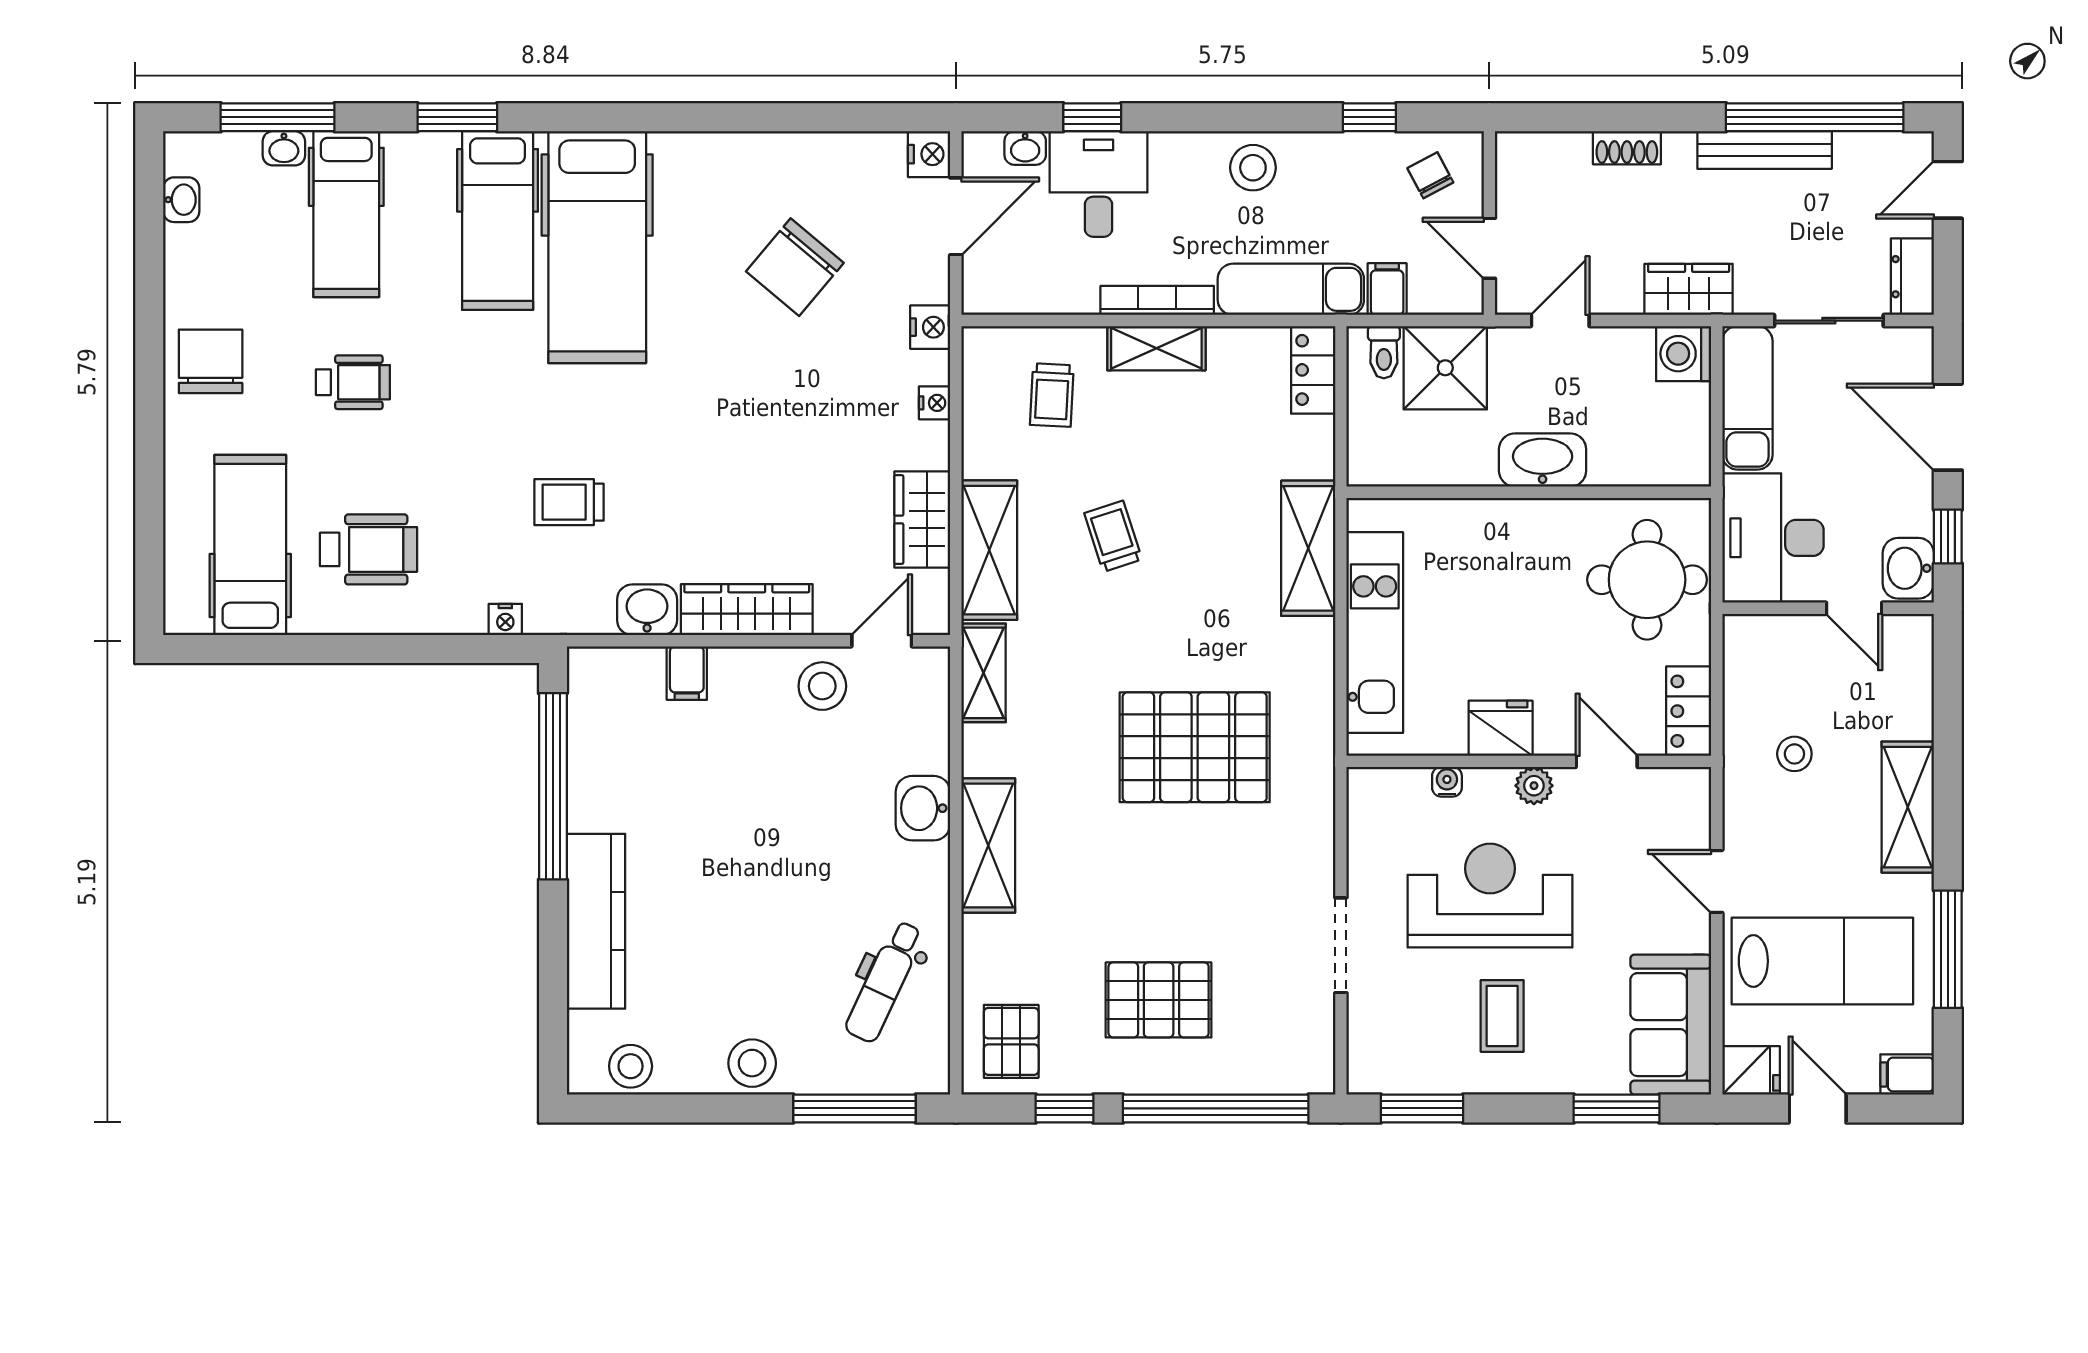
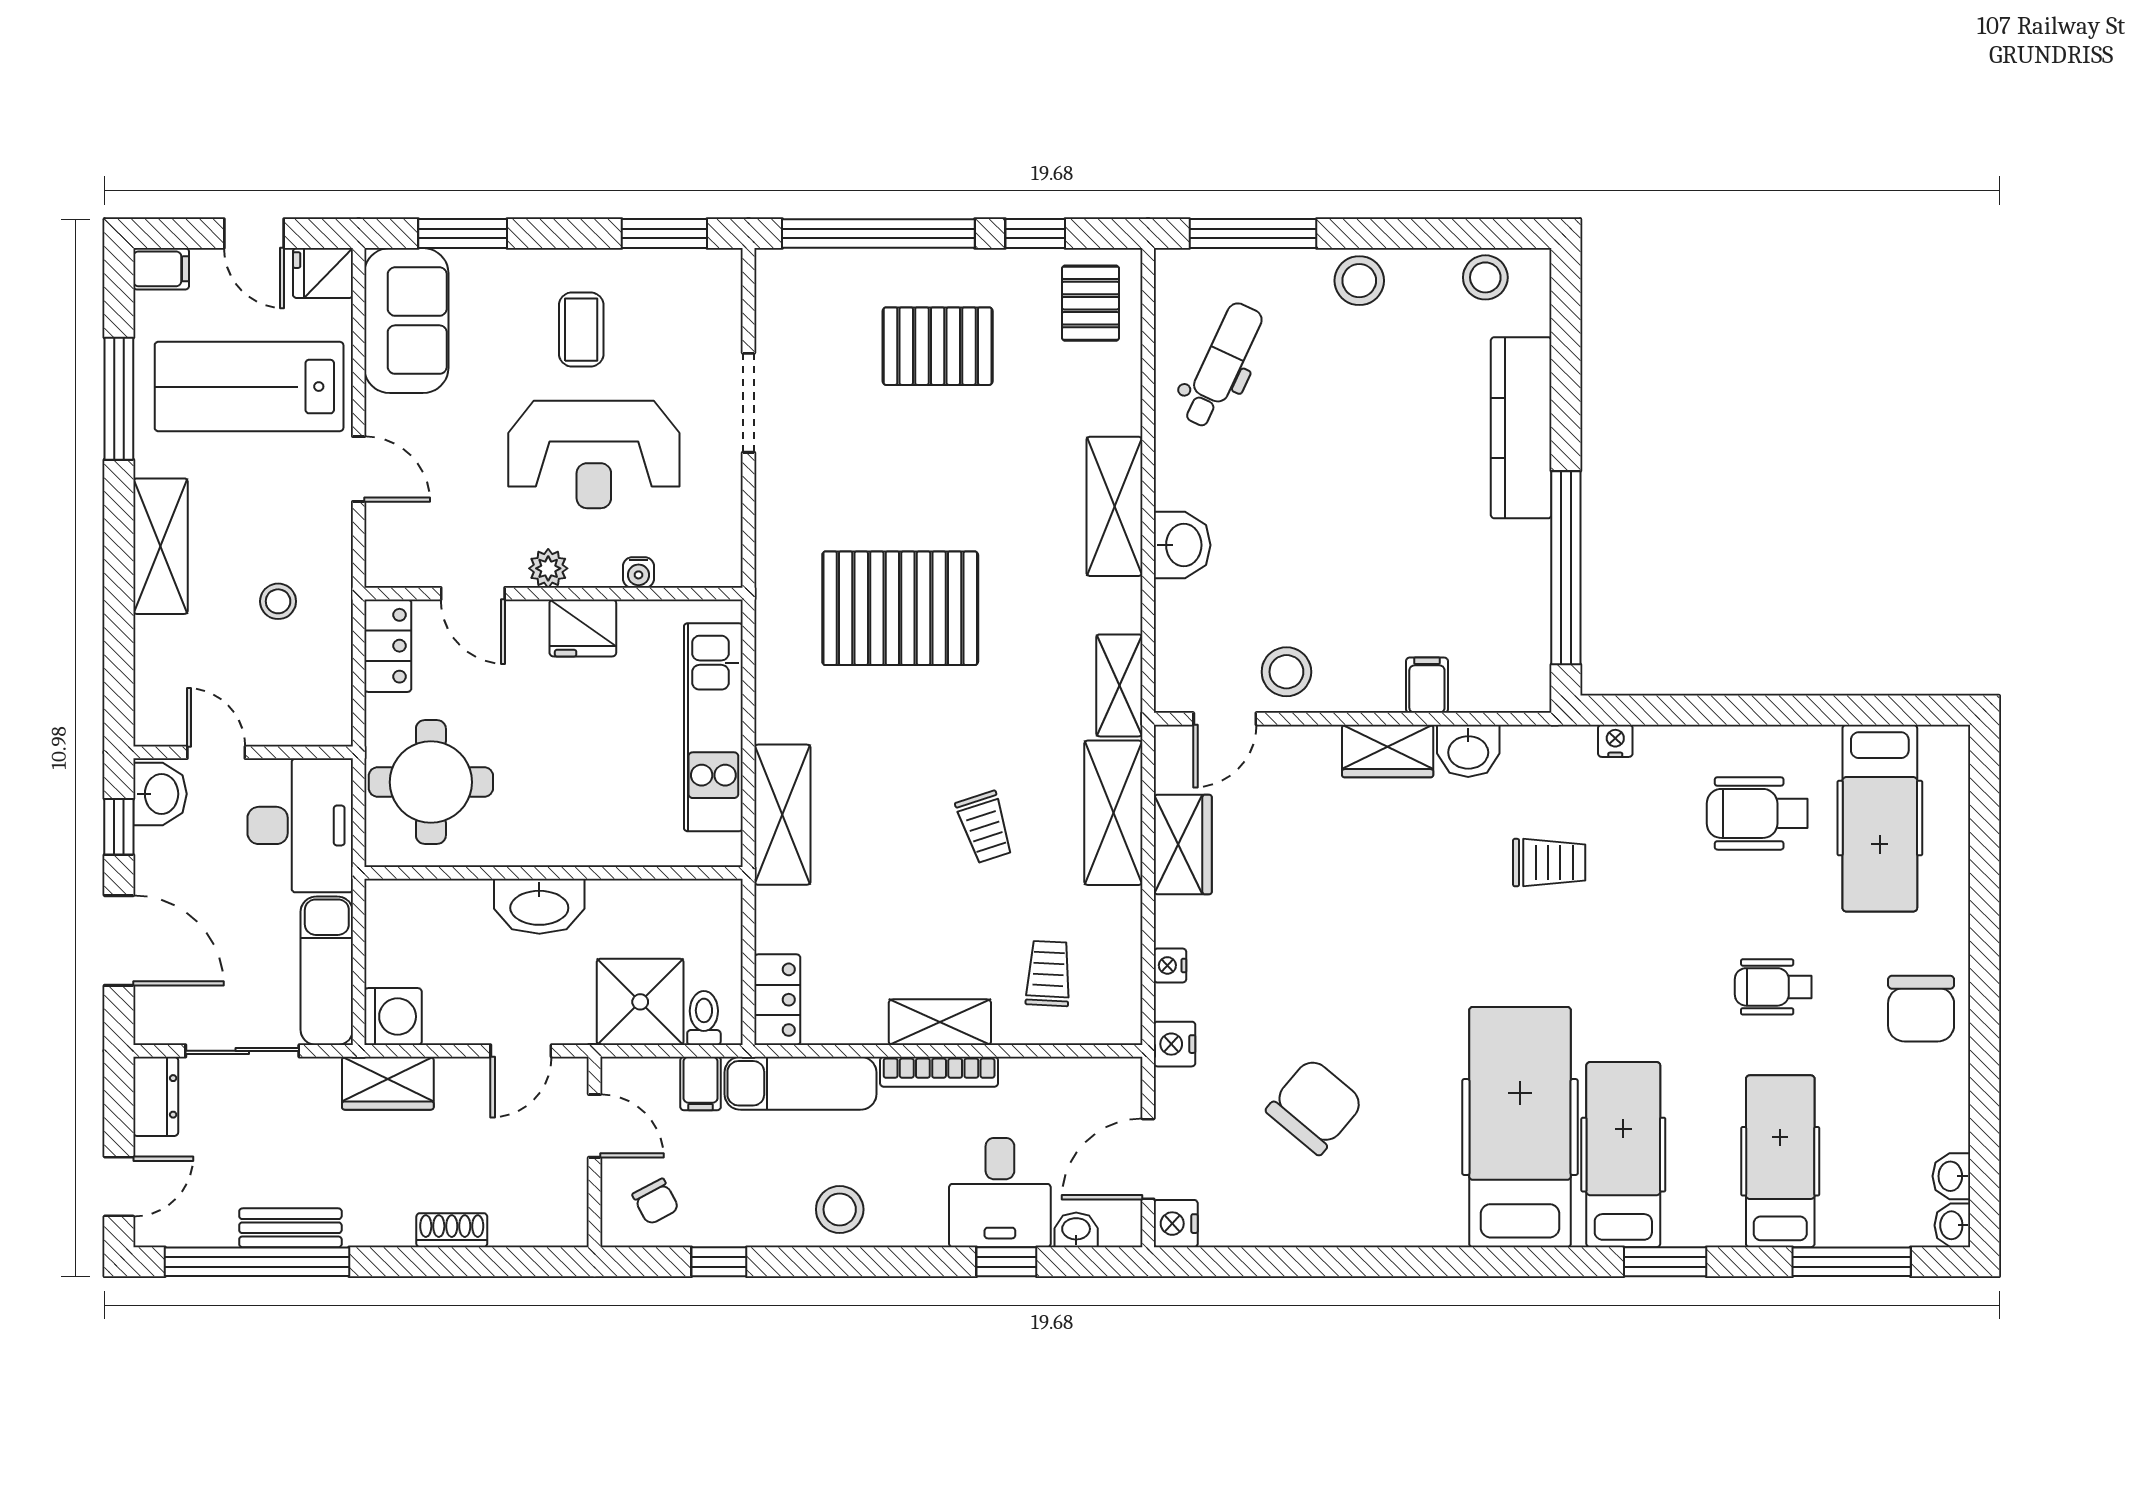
washbasin: (284, 148) -> (1952, 1225), moved, turned -90
bench: (1765, 150) -> (290, 1228), width x0.73
wardrobe: (747, 610) -> (1388, 751), width x0.67

